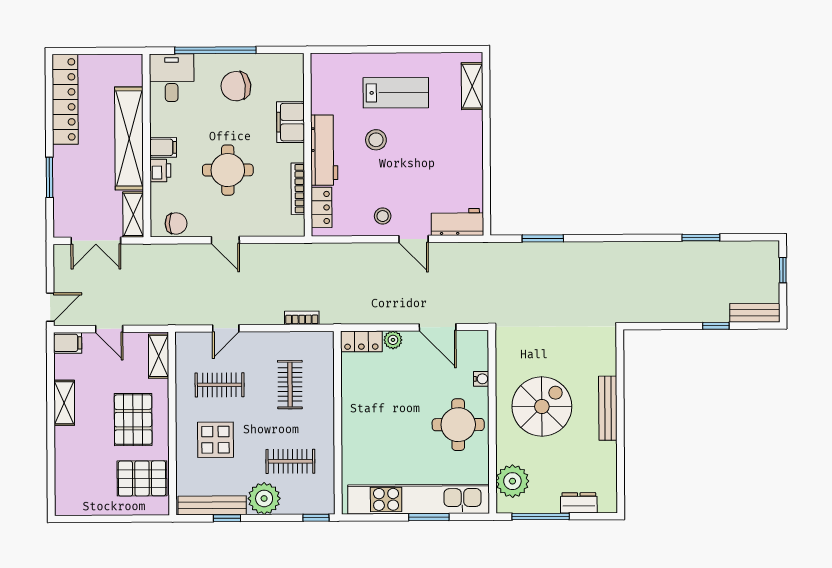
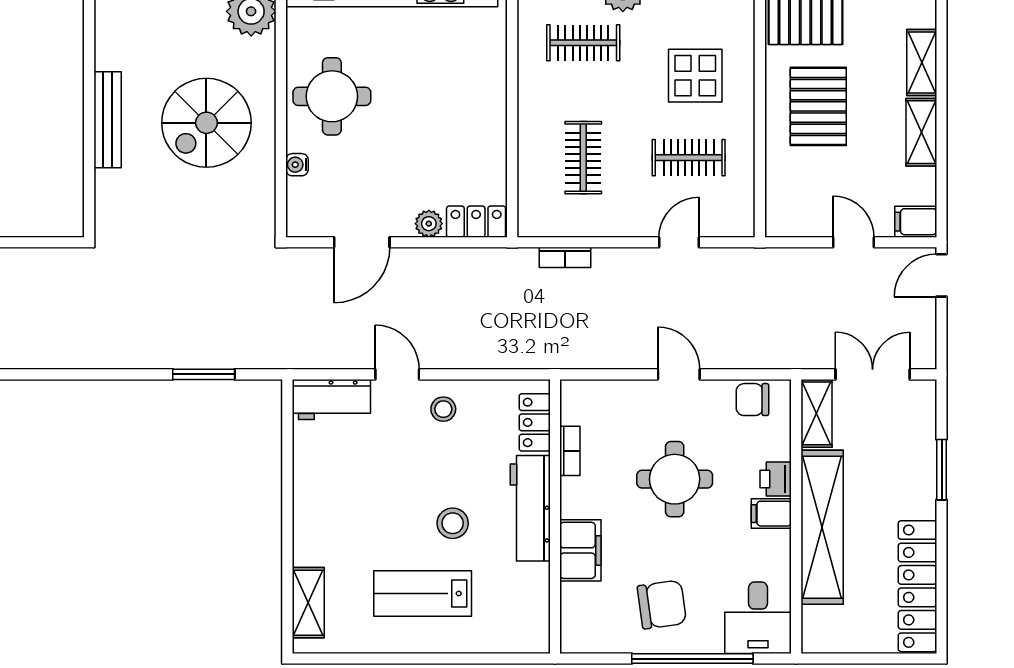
bookcase: (298, 189) -> (570, 451), width x0.64
door: (438, 327) -> (362, 242), swing flipped
shelving: (159, 356) -> (922, 63), moved

